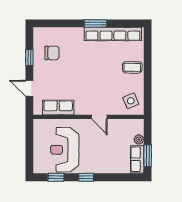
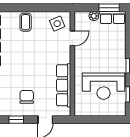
chair: (52, 53) -> (27, 97), moved
row of seats: (58, 108) -> (64, 85), width x1.48
door: (99, 117) -> (72, 38), moved

